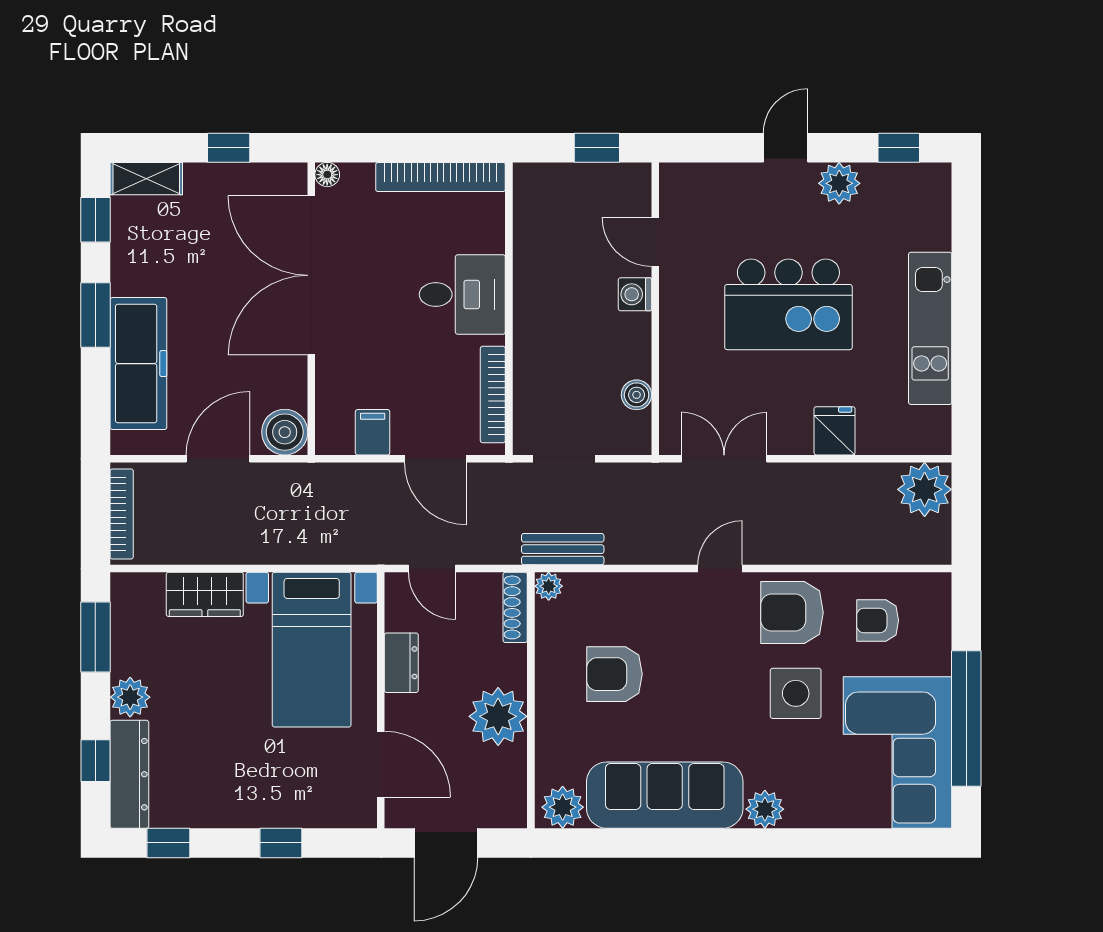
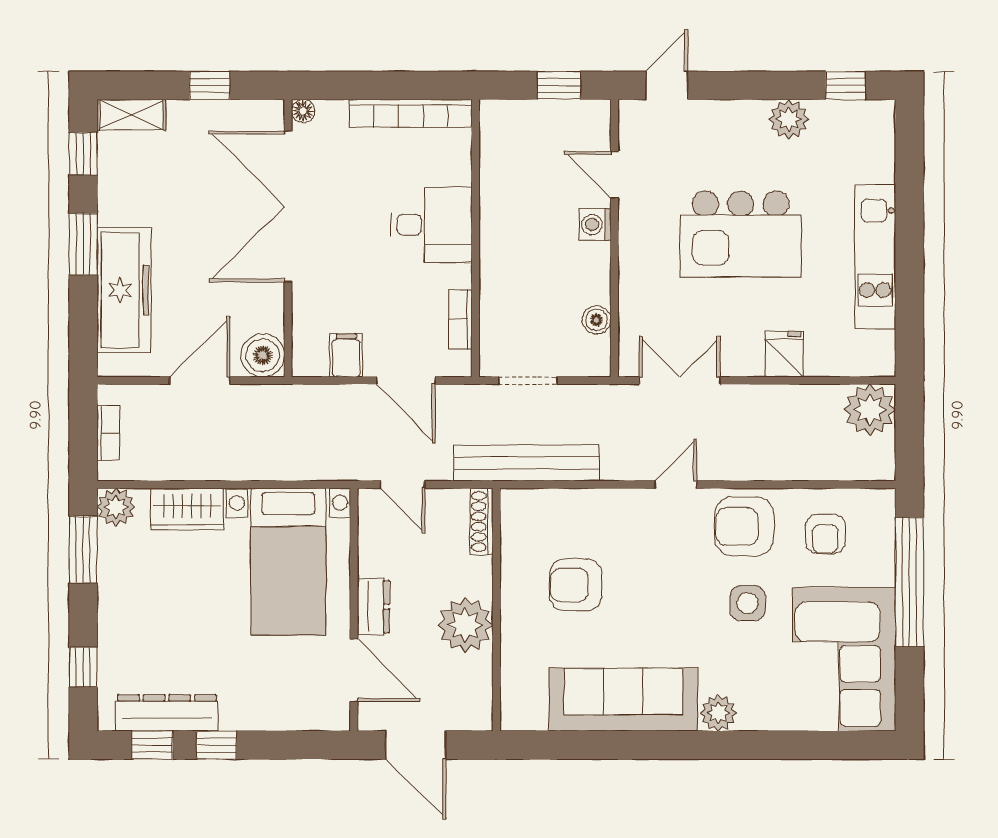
door: (786, 148) -> (667, 85), moved
bookcase: (493, 394) -> (460, 320), width x0.64
bookcase: (122, 514) -> (108, 433), width x0.64
bench: (563, 549) -> (527, 463), width x1.86, depth x1.21
plant: (549, 586) -> (513, 501), removed
armchair: (878, 620) -> (825, 534), turned -90
dresser: (401, 663) -> (373, 607), moved
side table: (796, 693) -> (748, 603), width x0.73, depth x0.73
plant: (130, 697) -> (116, 507), moved
window: (966, 719) -> (909, 582), moved
dresser: (129, 774) -> (167, 713), moved, turned -90
plant: (563, 807) -> (526, 711), removed
window: (281, 843) -> (216, 745), moved
door: (446, 843) -> (416, 745), hinge flipped

